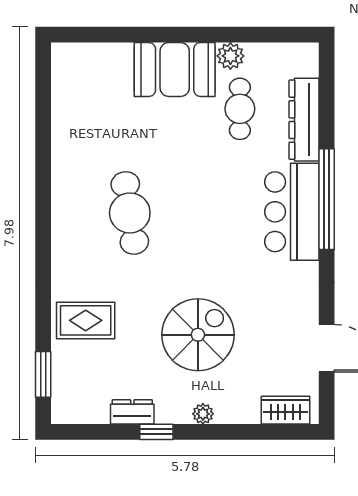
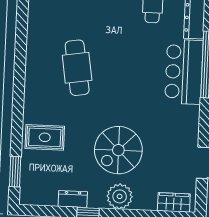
spiral stairs: (198, 335) -> (118, 150), turned 180
plant: (203, 414) -> (120, 196), width x1.88, depth x1.88

